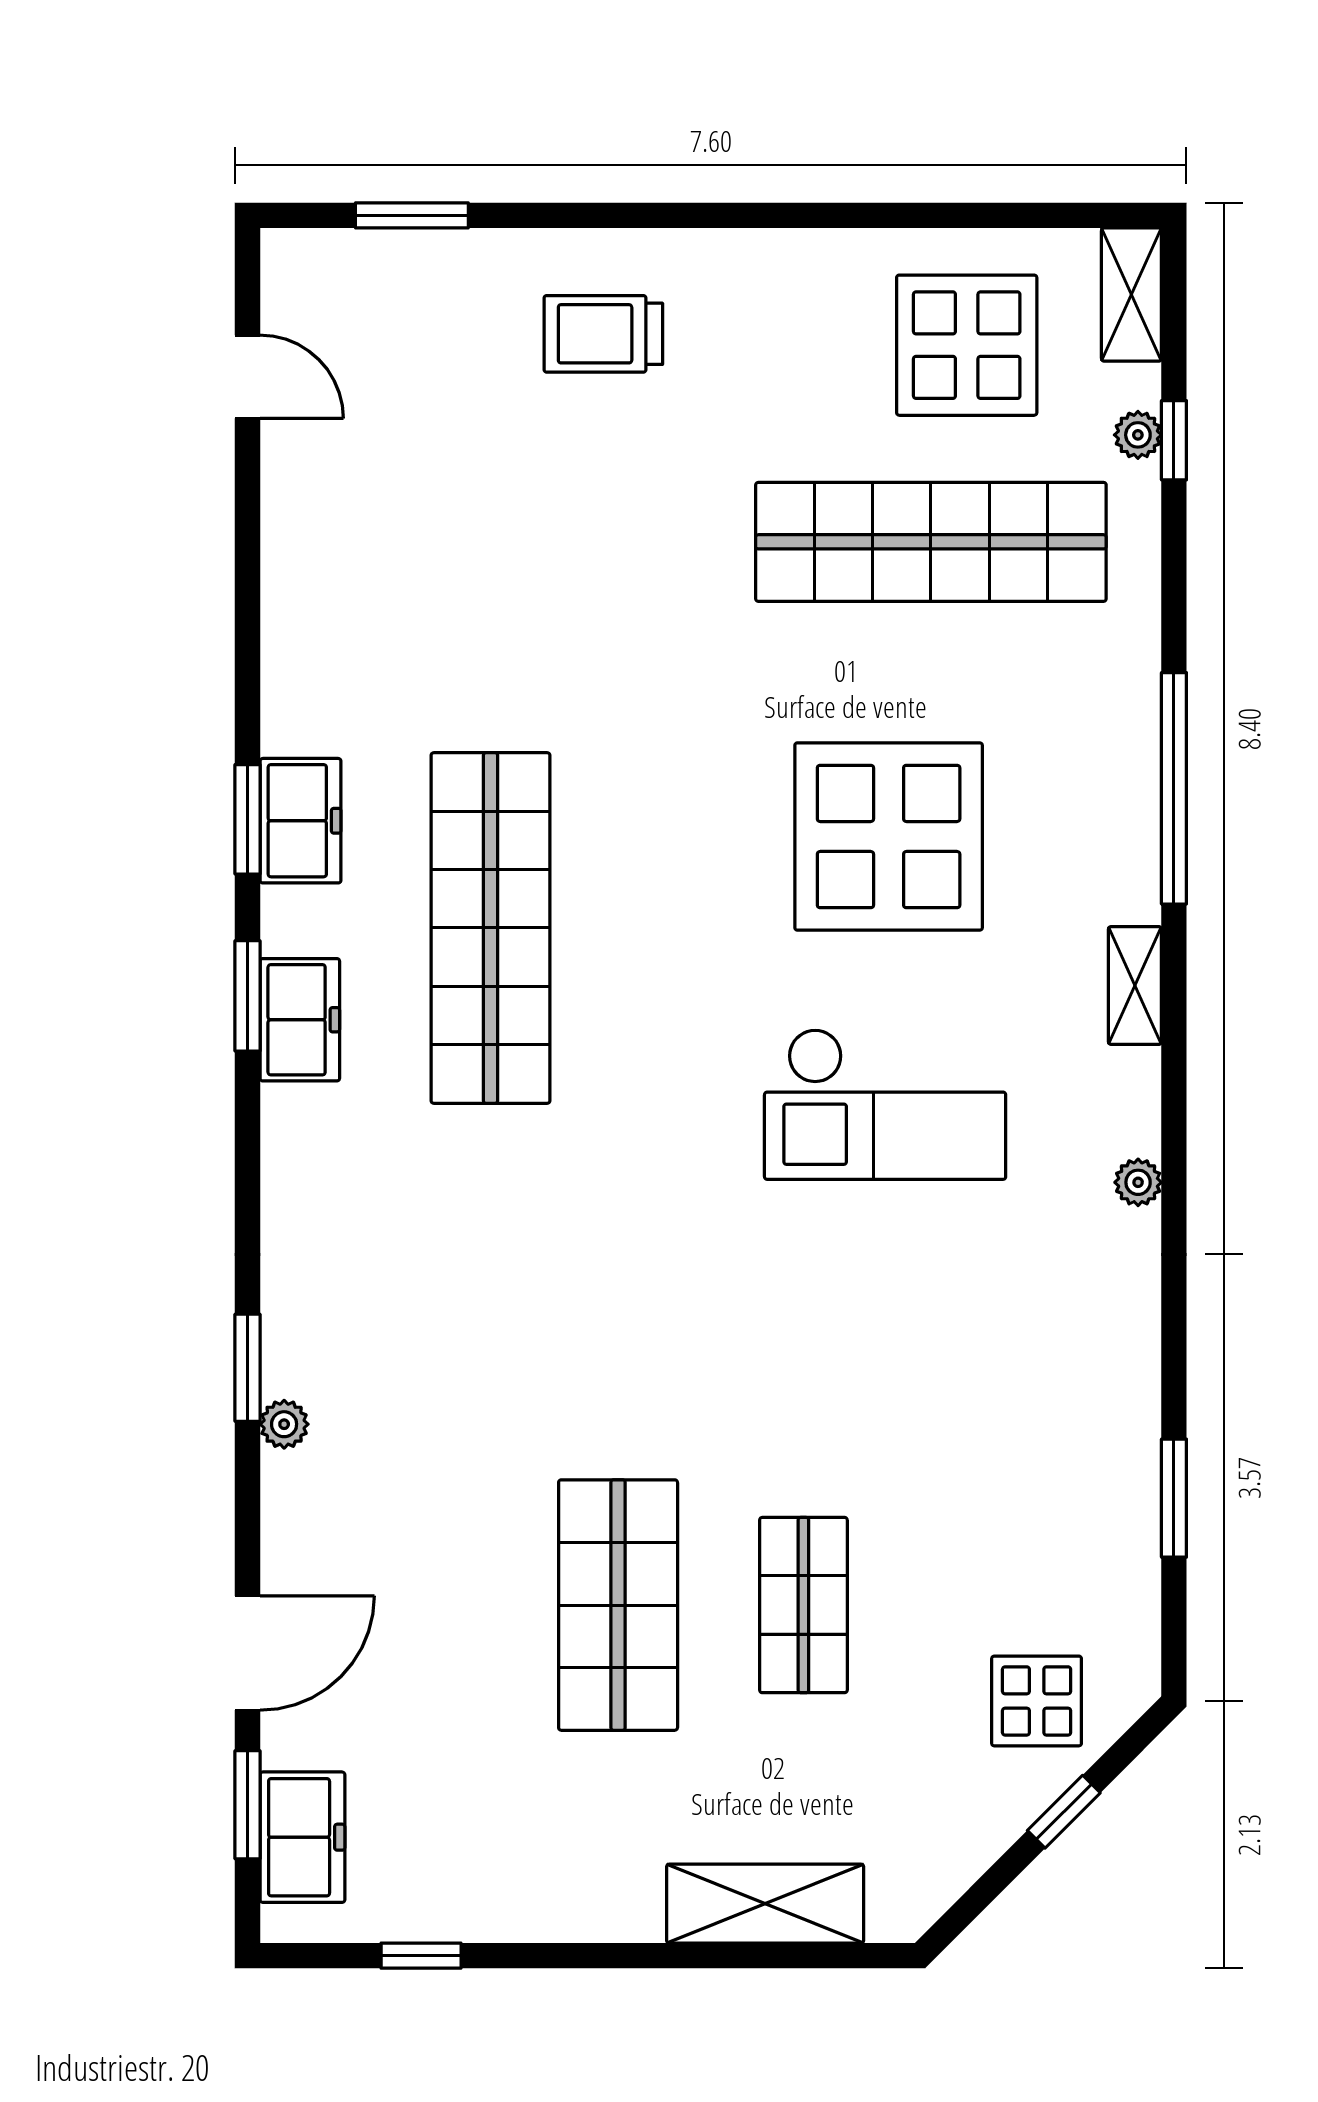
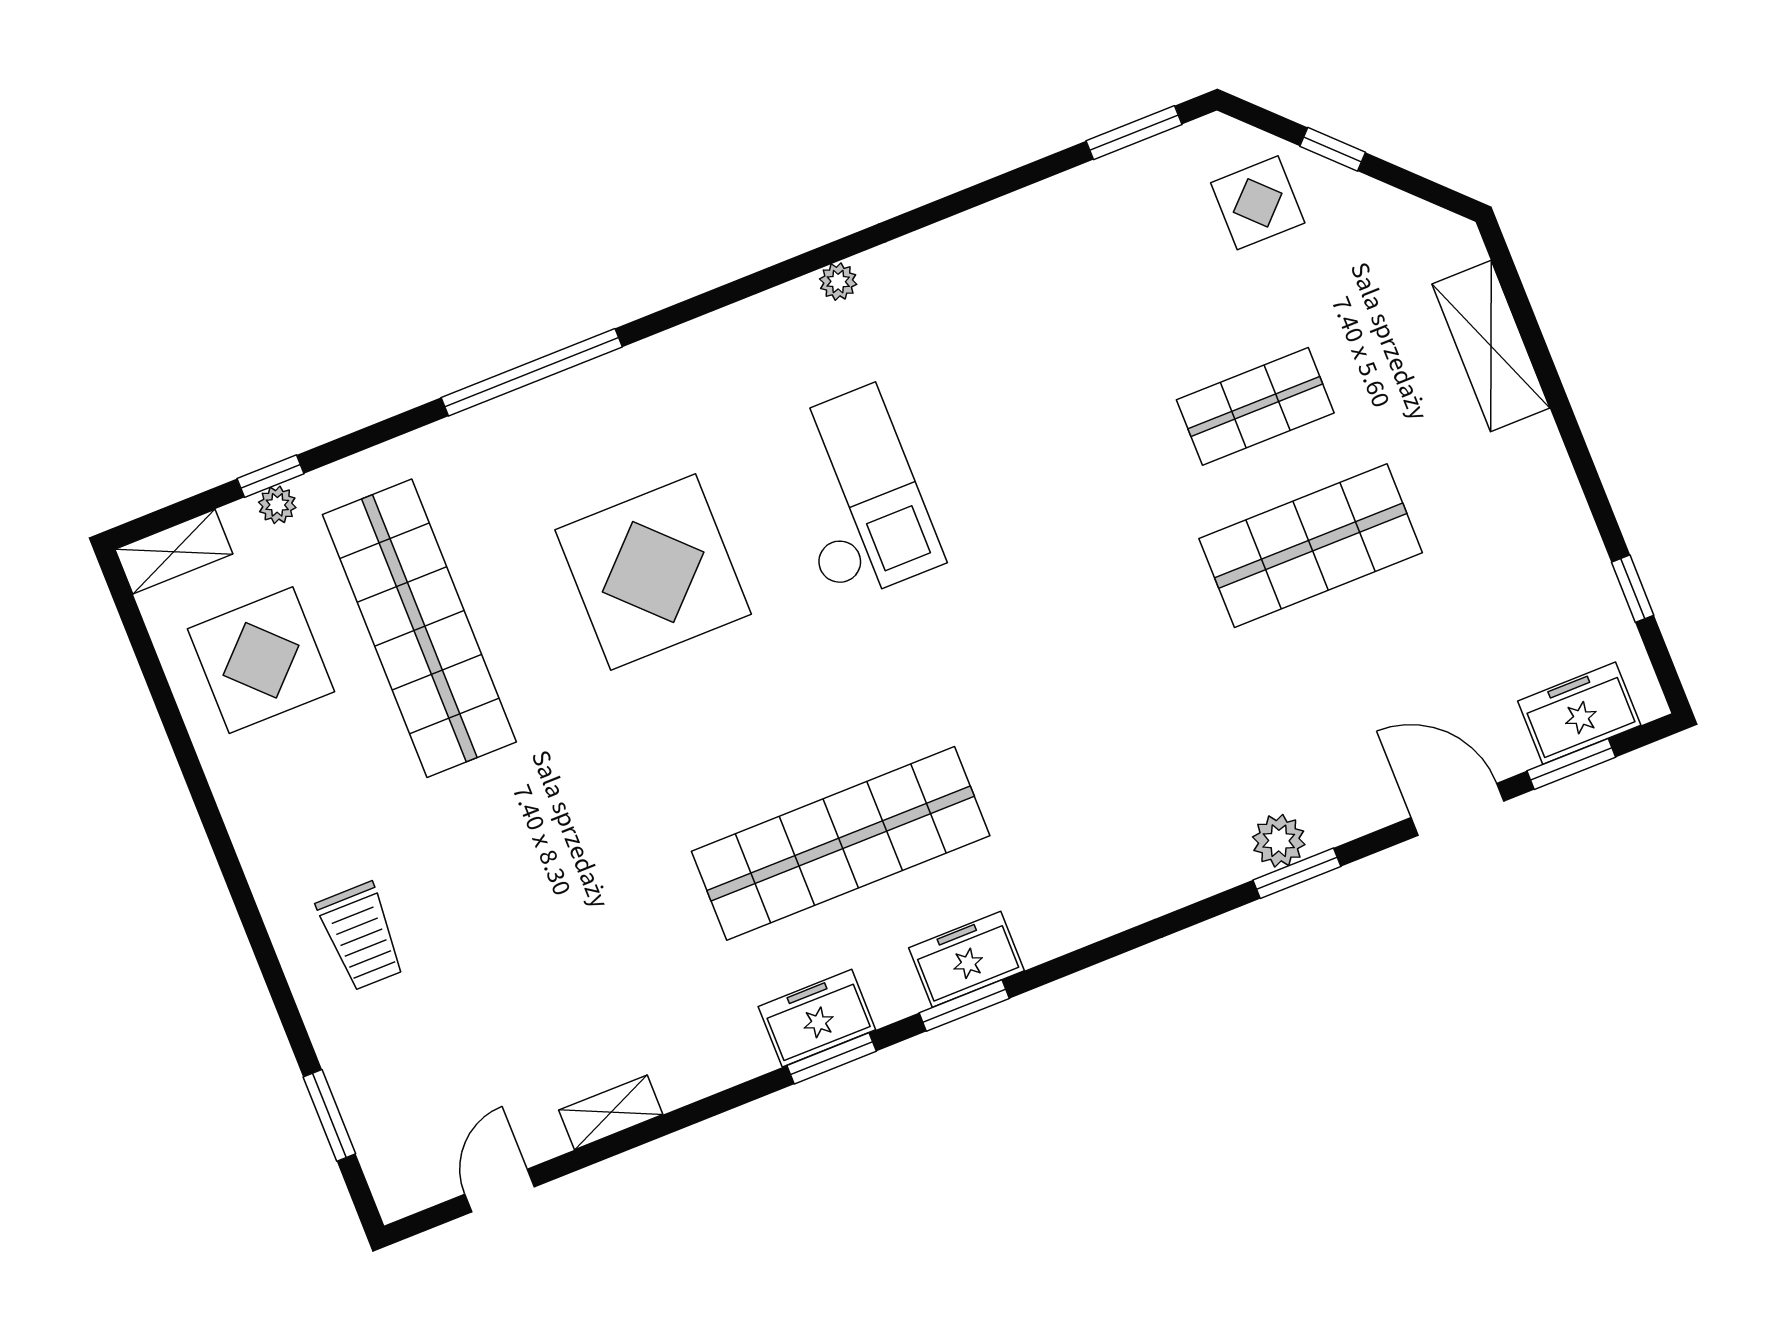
shelving: (1135, 985) -> (611, 1112), moved
window: (248, 1368) -> (1297, 873), moved
plant: (284, 1424) -> (1279, 841), width x1.38, depth x1.38
window: (1174, 1498) -> (1134, 133), moved

